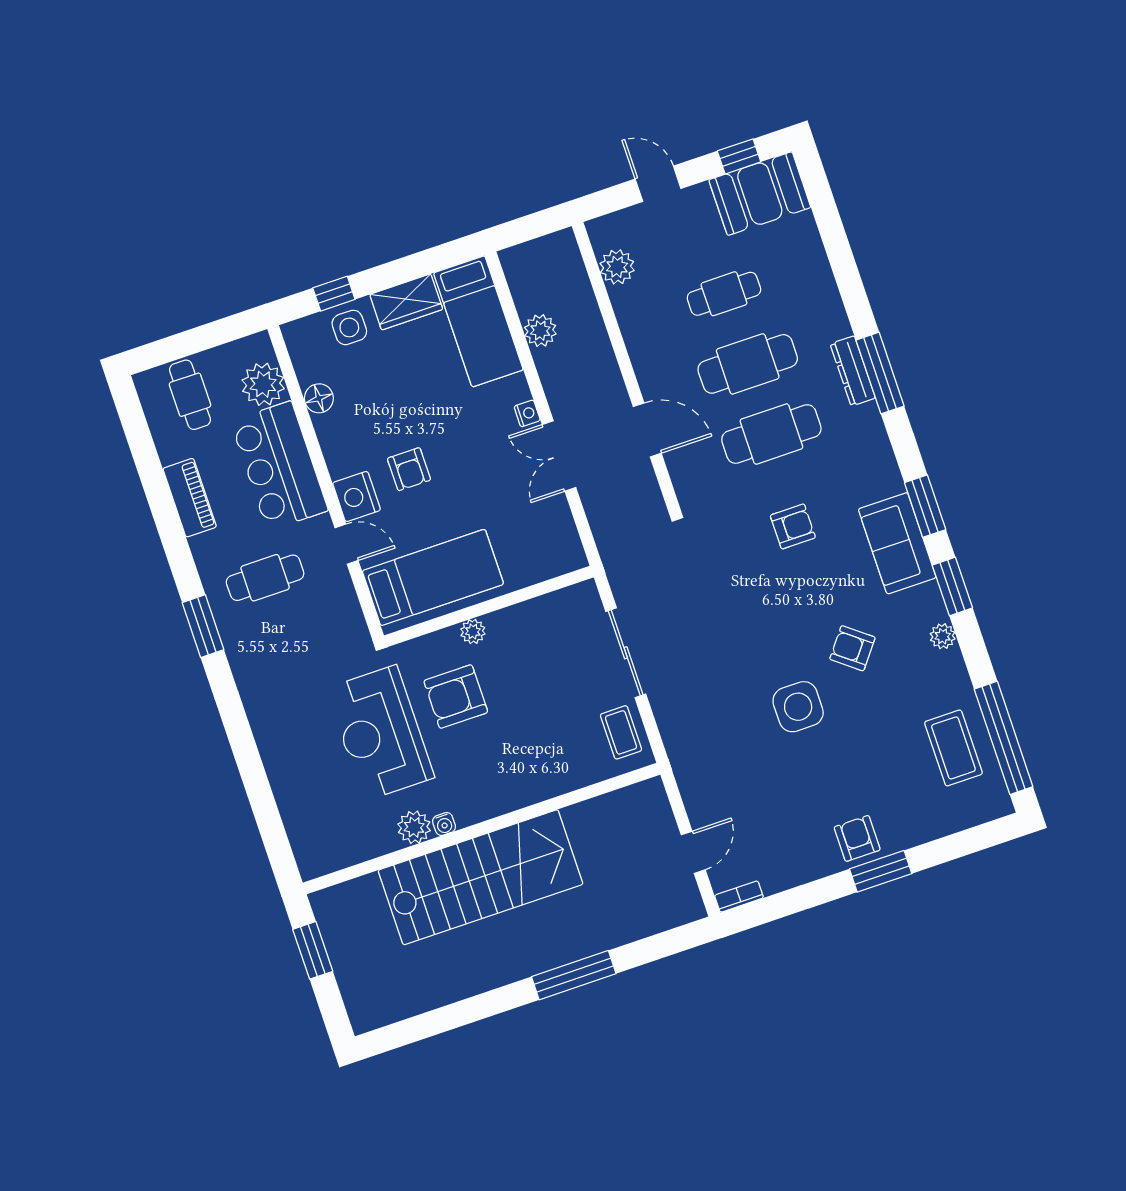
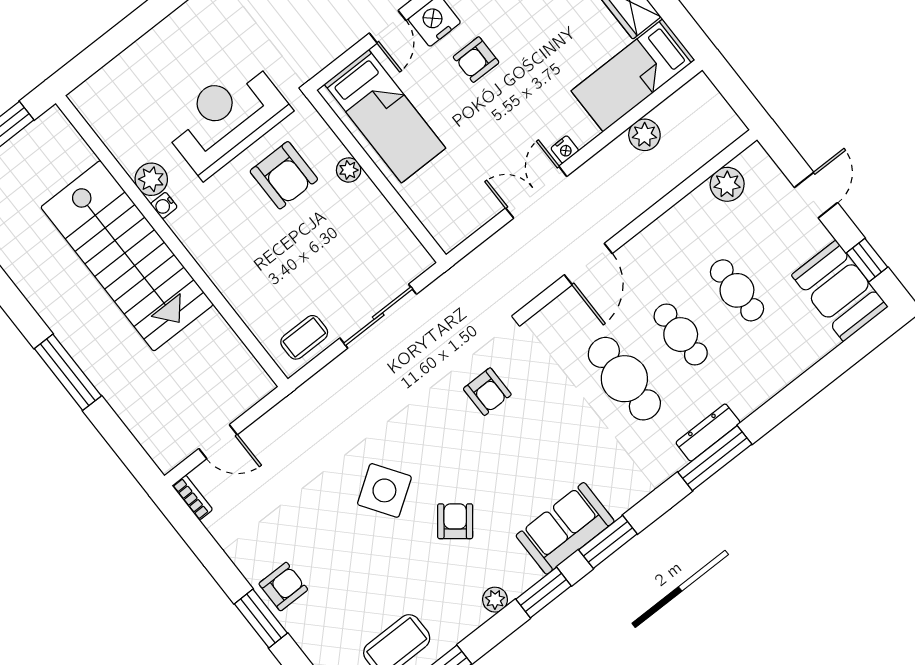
cafe table: (748, 364) -> (681, 335), width x0.73, depth x0.74
armchair: (793, 526) -> (487, 392), moved
armchair: (456, 697) -> (284, 175), turned 180
side table: (798, 707) -> (384, 490), turned -34

